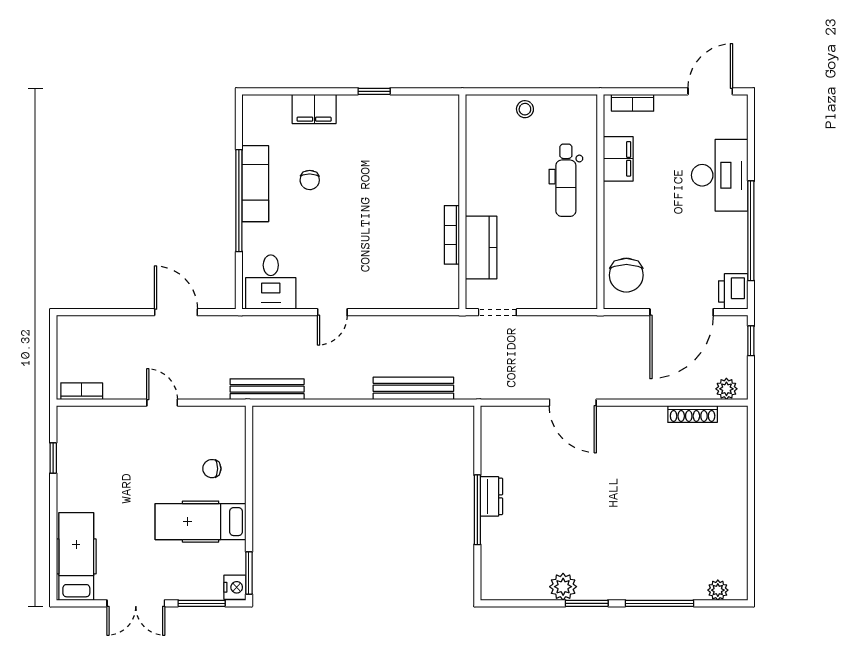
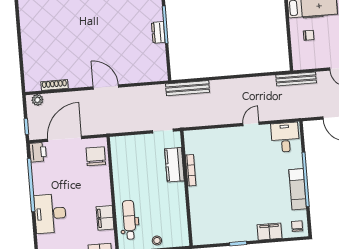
chair: (310, 180) -> (297, 226), moved
dental chair: (566, 180) -> (129, 220), moved
bench: (413, 388) -> (188, 88), moved
bench: (267, 389) -> (296, 79), moved
door: (573, 403) -> (106, 87), moved

